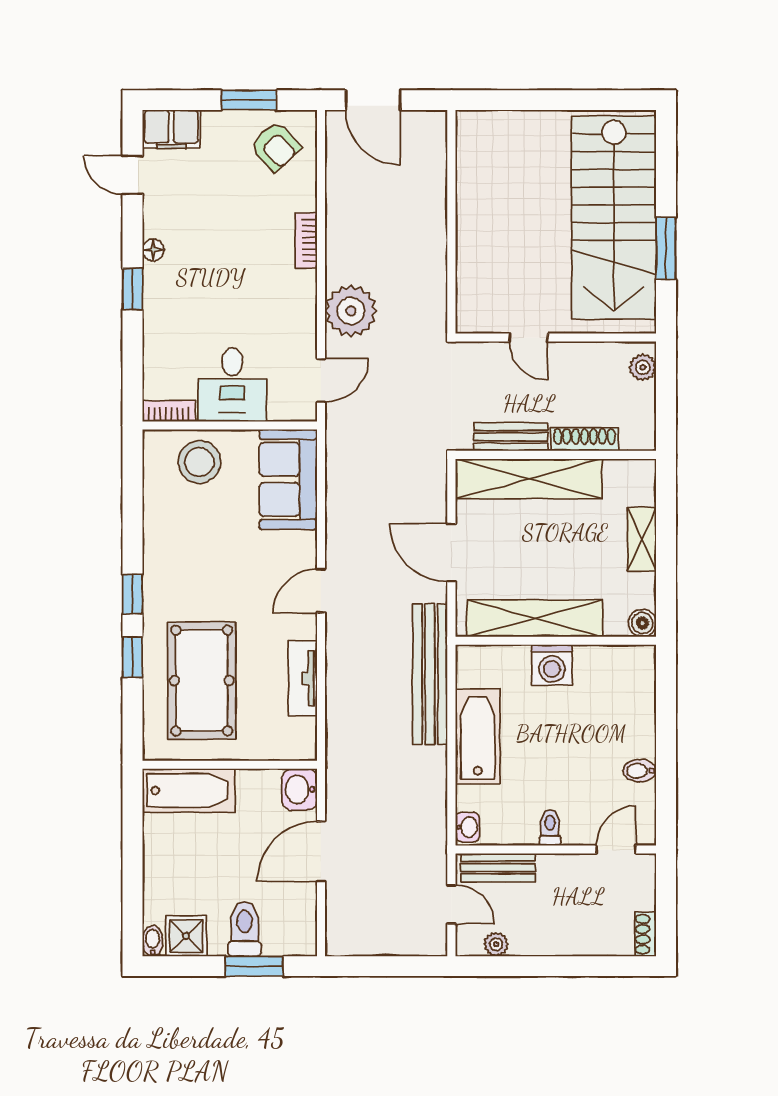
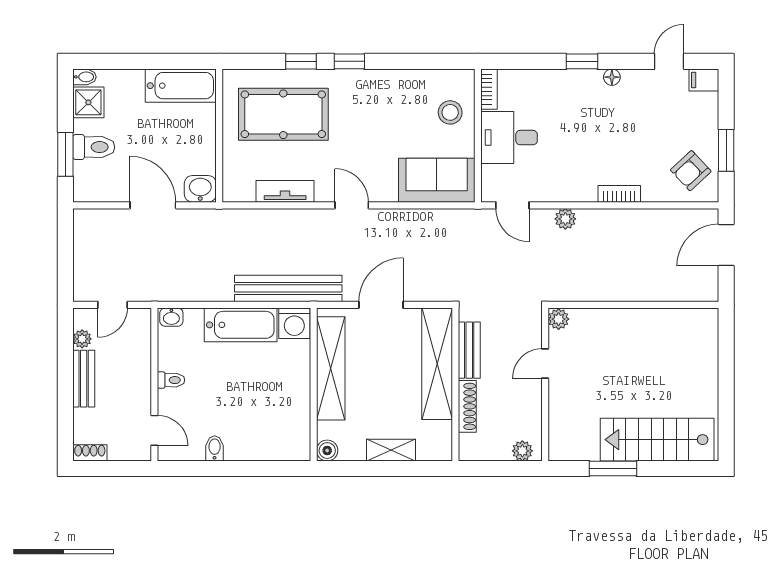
filing cabinet: (171, 129) -> (704, 80), width x0.50
stairs: (614, 218) -> (657, 440), width x0.73, depth x0.66
plant: (351, 311) -> (565, 219), width x0.53, depth x0.53
plant: (470, 320) -> (559, 319), added
stool: (199, 462) -> (450, 112), width x0.73, depth x0.73
washing machine: (552, 665) -> (294, 323), moved, turned -90
bathtub: (189, 790) -> (181, 86), moved, turned -90
bench: (498, 868) -> (84, 379), moved

